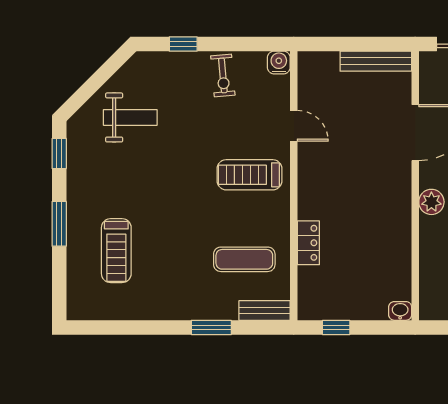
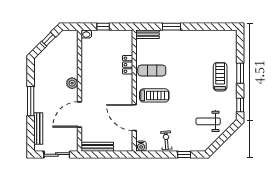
door: (294, 126) -> (134, 118), width x1.87
treadmill: (116, 251) -> (220, 77), moved
exercise mat: (244, 259) -> (152, 71), moved
window: (336, 327) -> (103, 27), moved

